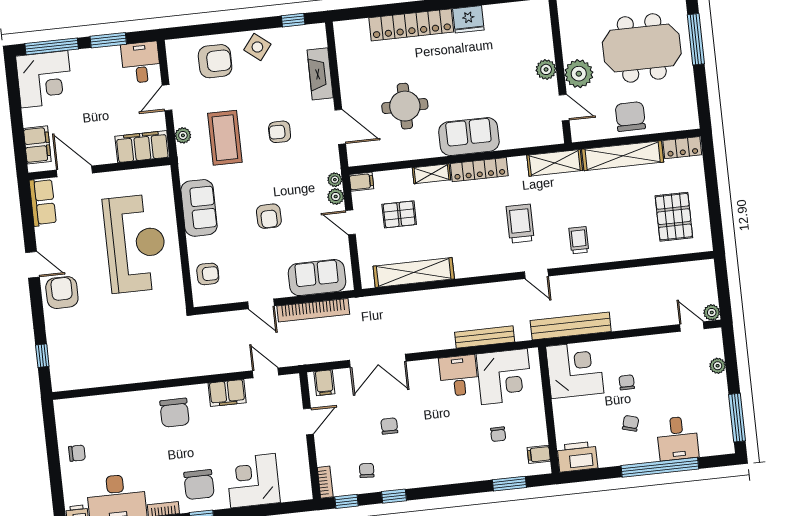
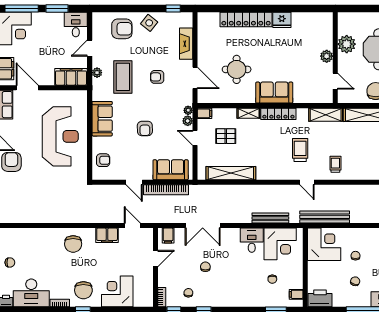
plant: (579, 74) -> (347, 44), moved

